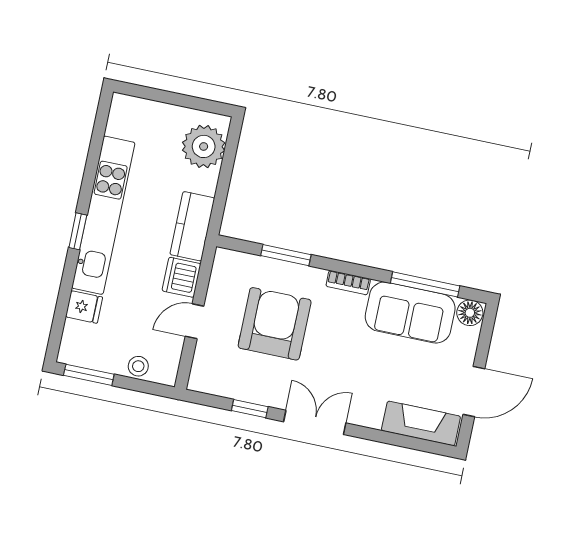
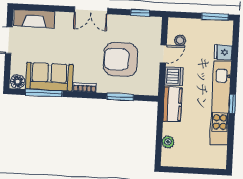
plant: (204, 146) -> (168, 142), width x0.53, depth x0.53
window: (78, 231) -> (232, 104), moved
armchair: (275, 324) -> (121, 59), turned 90
stool: (138, 366) -> (180, 40), moved
window: (250, 409) -> (140, 13), moved

